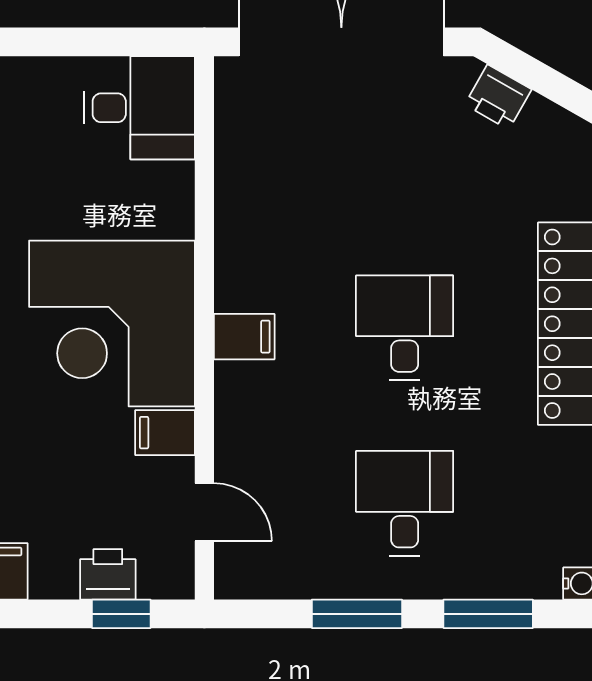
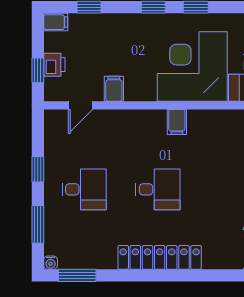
corner desk: (112, 323) -> (192, 66), moved
filing cabinet: (244, 337) -> (177, 122), moved
window: (357, 614) -> (38, 169), width x0.67

